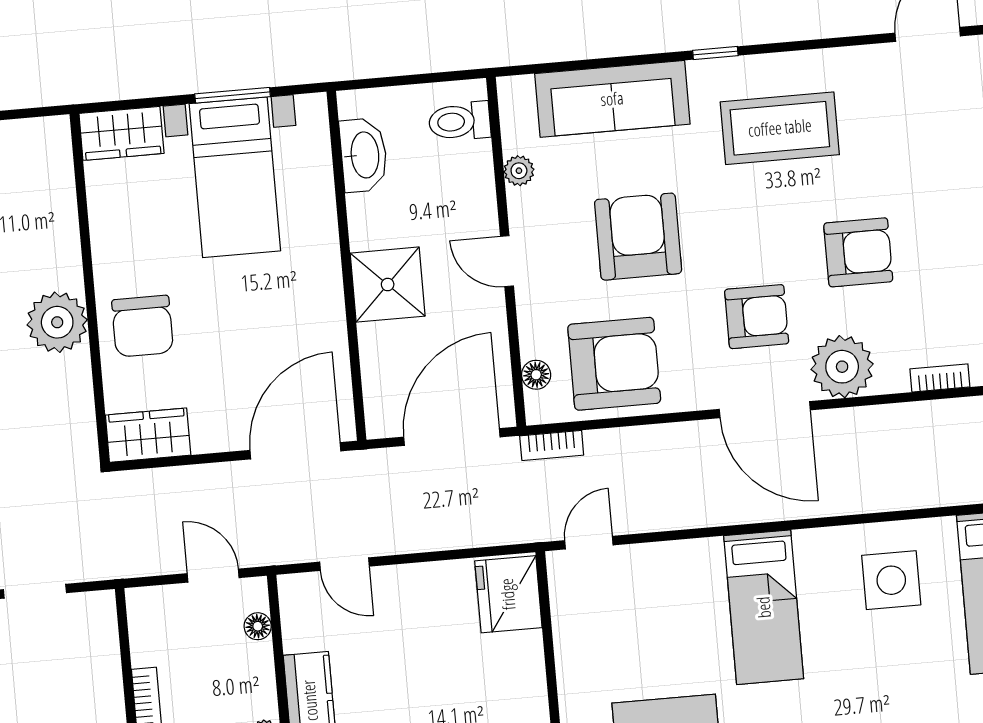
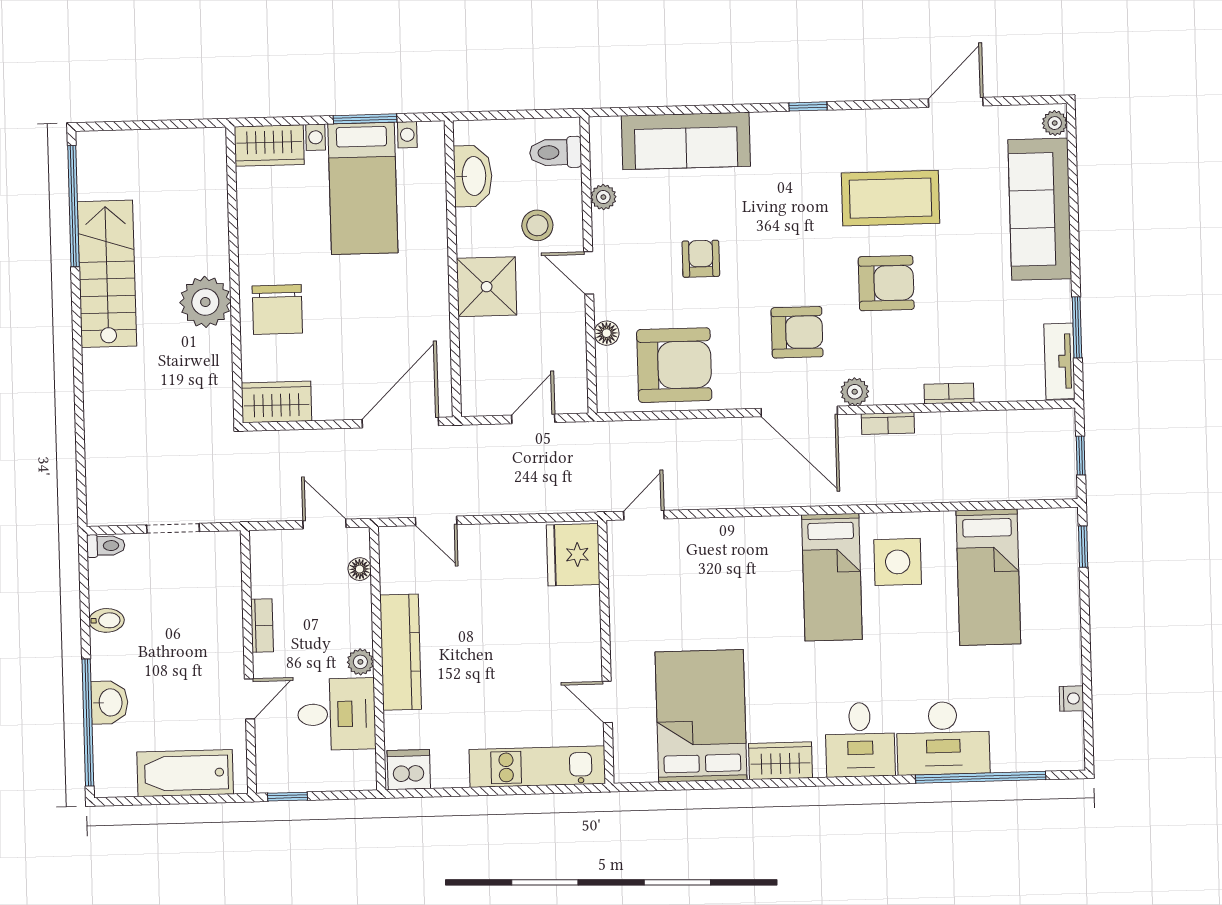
window: (715, 53) -> (808, 106), moved
coffee table: (780, 128) -> (890, 198), moved
stool: (443, 209) -> (537, 225), added
armchair: (638, 237) -> (701, 259), width x0.53, depth x0.53
plant: (842, 367) -> (855, 392), width x0.53, depth x0.53
floor lamp: (536, 375) -> (607, 333), moved
door: (452, 437) -> (533, 419), width x0.53
bookcase: (552, 445) -> (888, 423), moved
bed: (764, 607) -> (832, 577), moved

